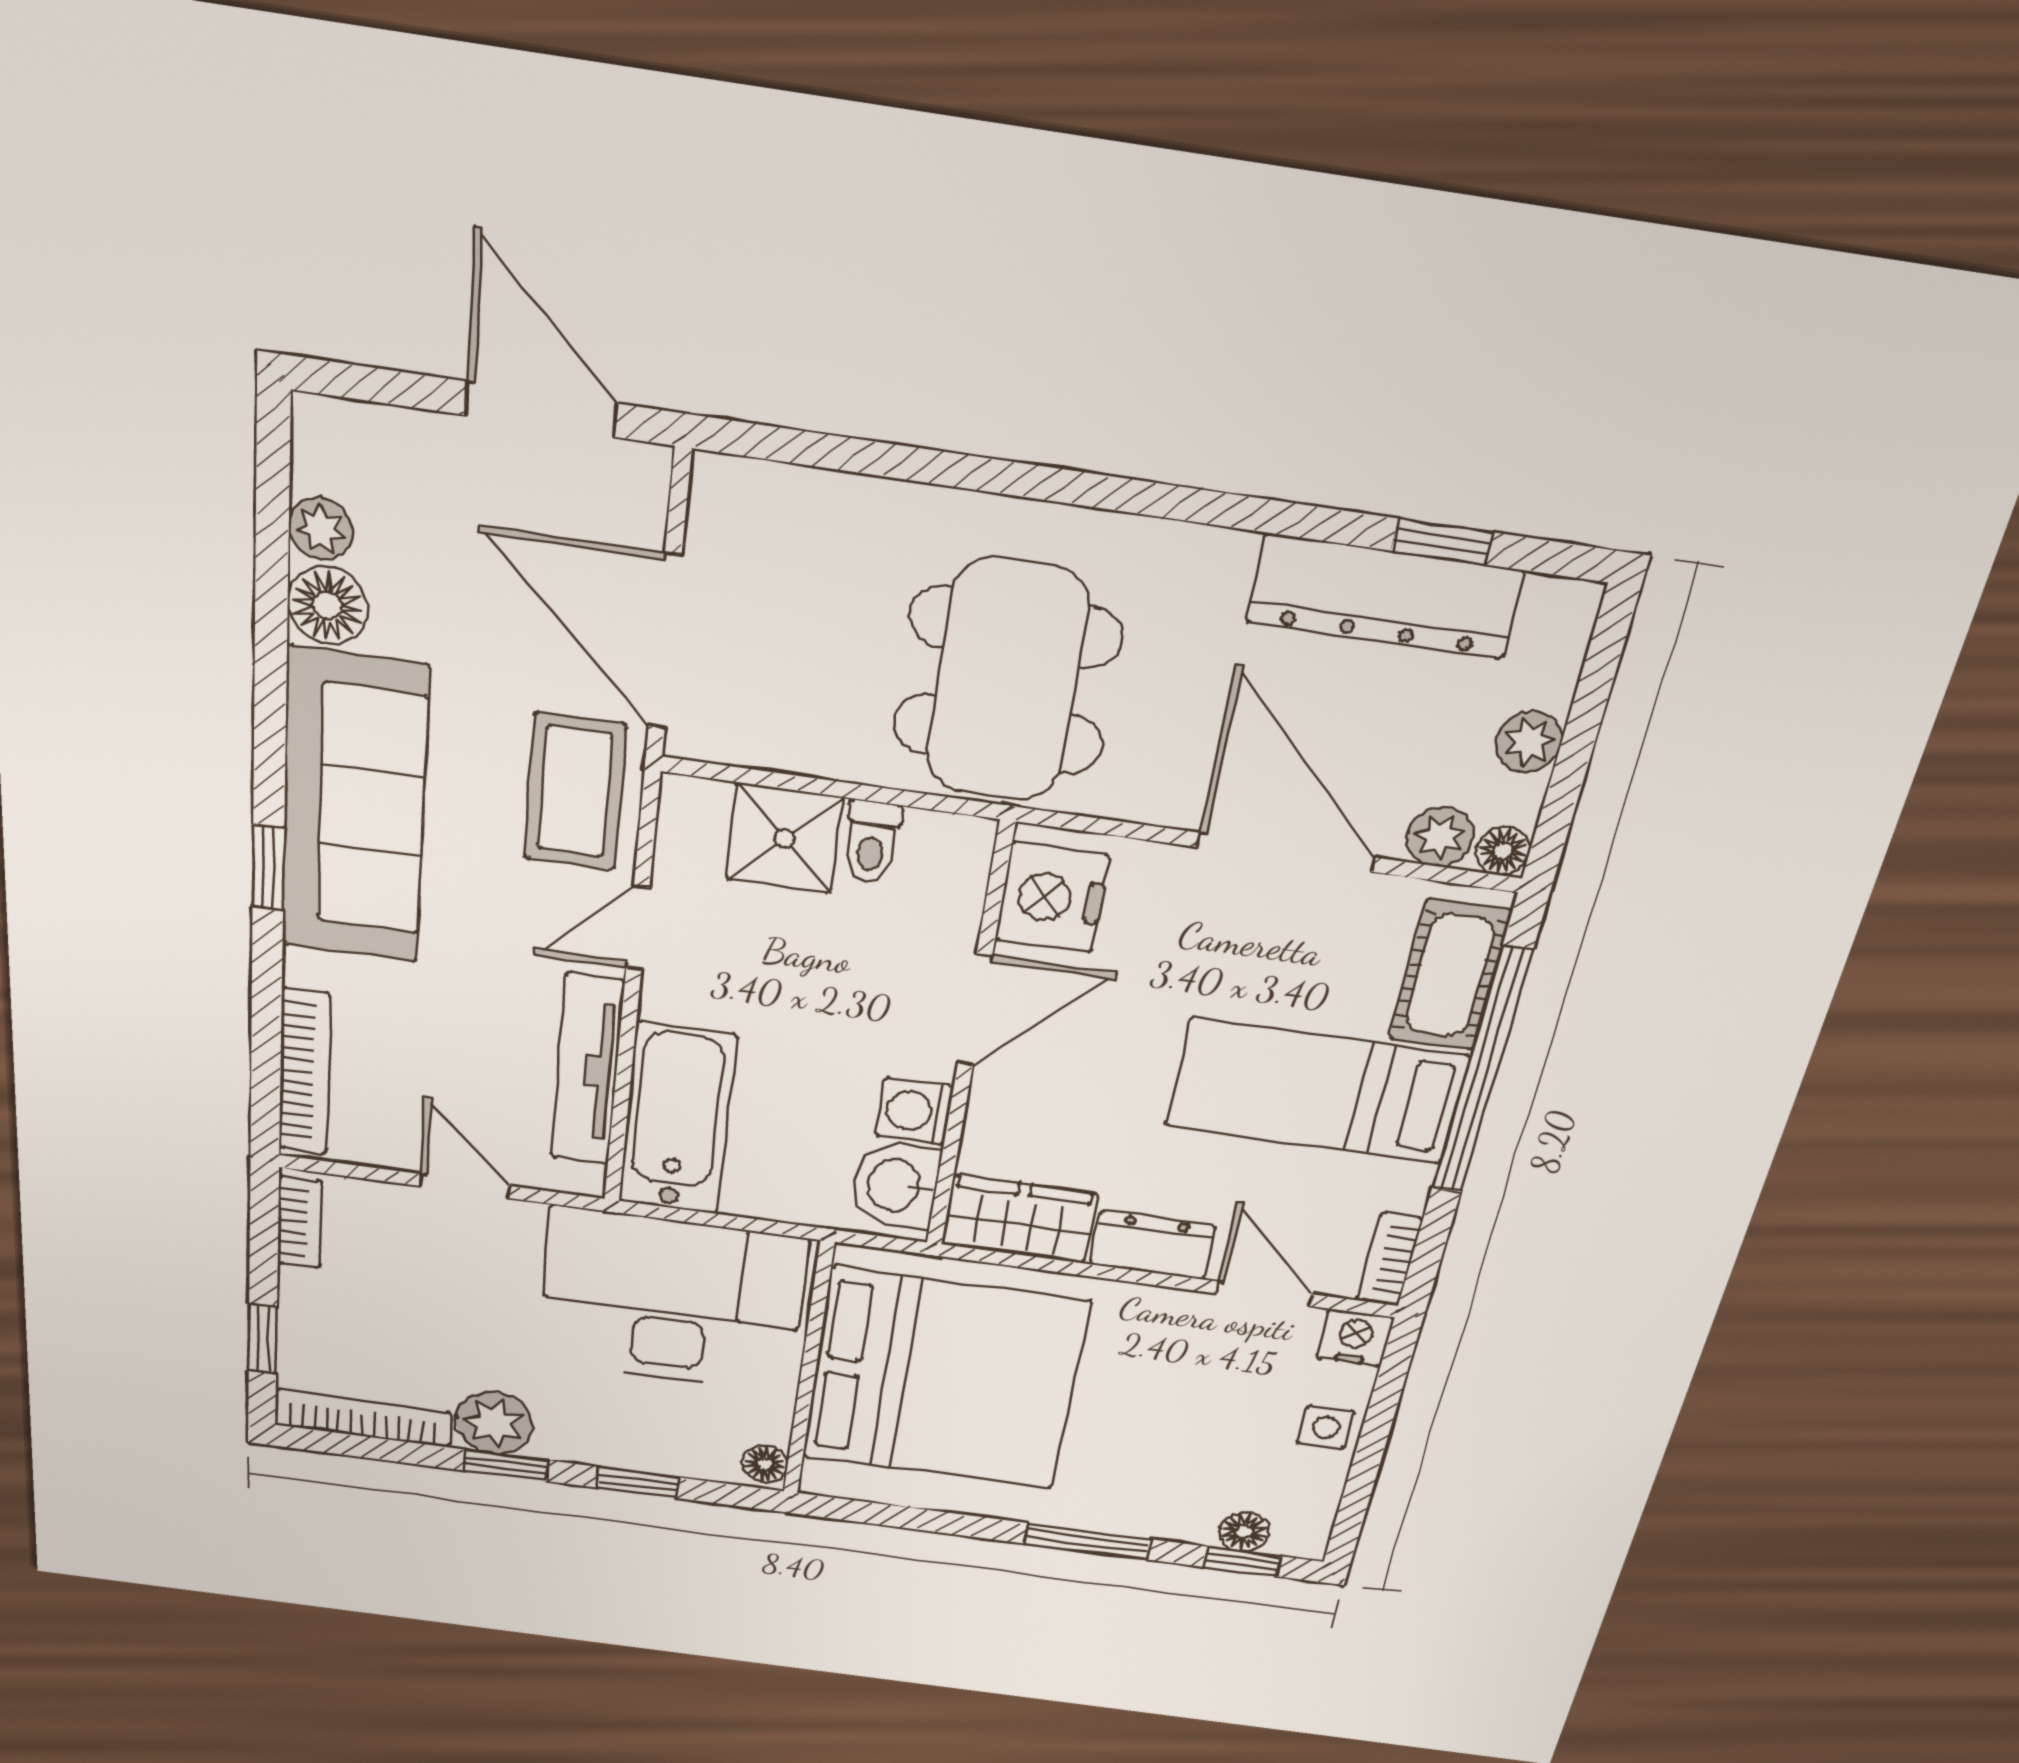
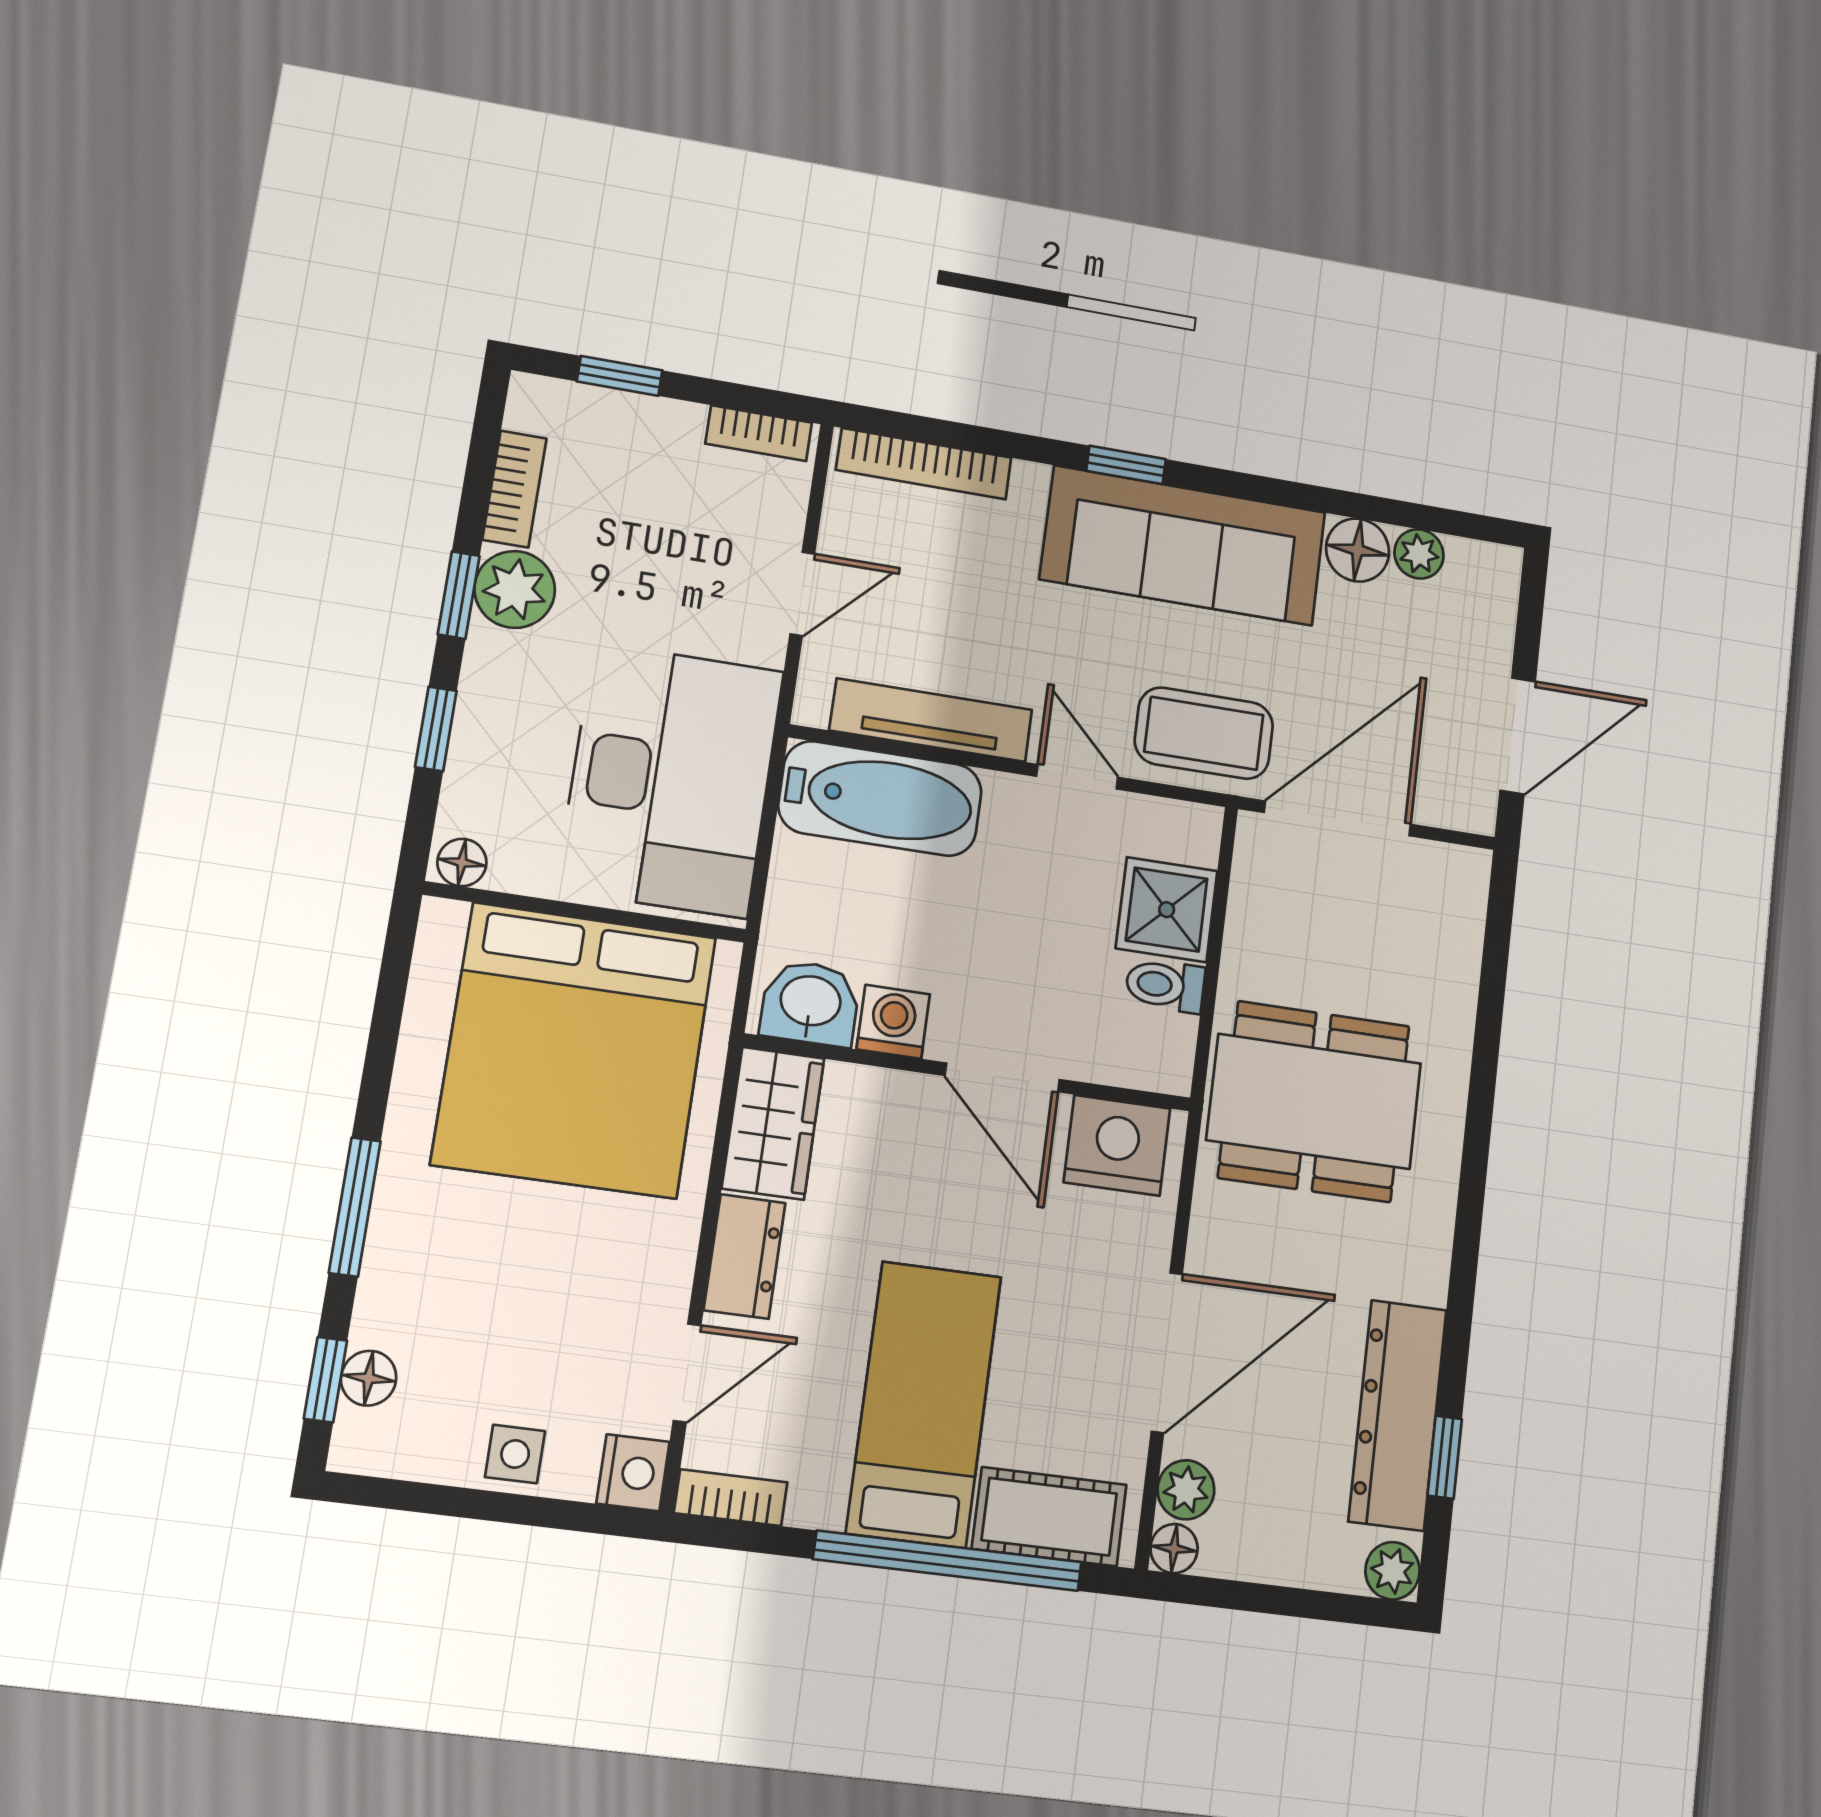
plant: (1529, 742) -> (1393, 1571), moved
bookcase: (363, 1418) -> (515, 489), width x0.64

